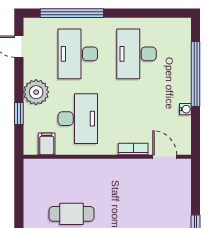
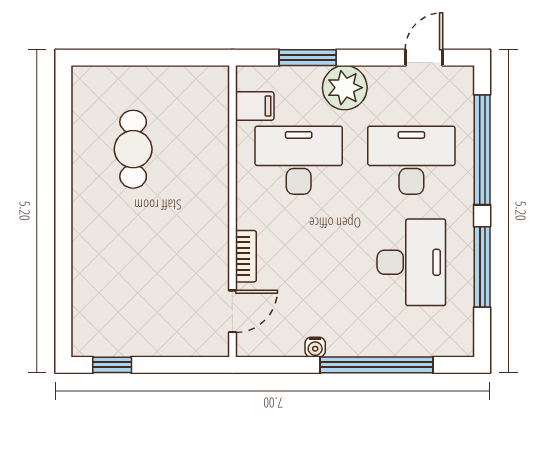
window: (139, 13) -> (482, 267), added
desk: (137, 54) -> (411, 262), turned 90
window: (19, 114) -> (308, 58), width x1.50
desk: (78, 119) -> (299, 160), turned 180

